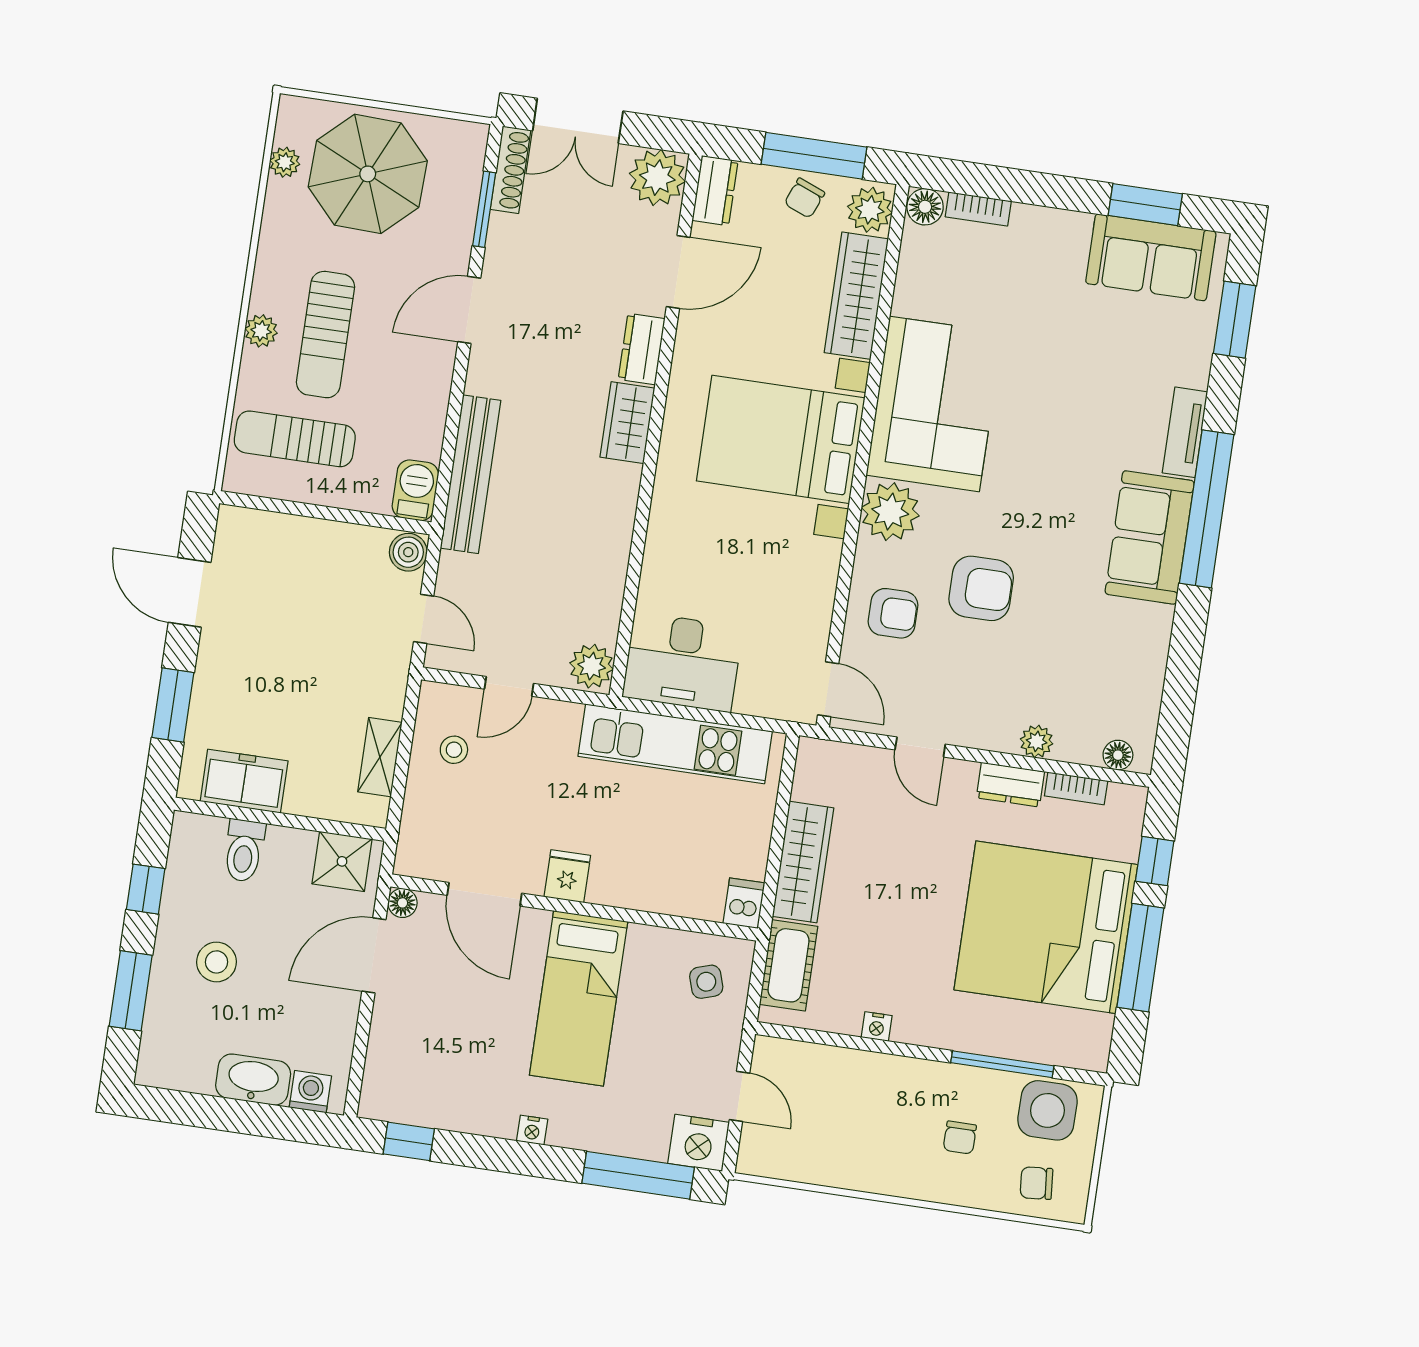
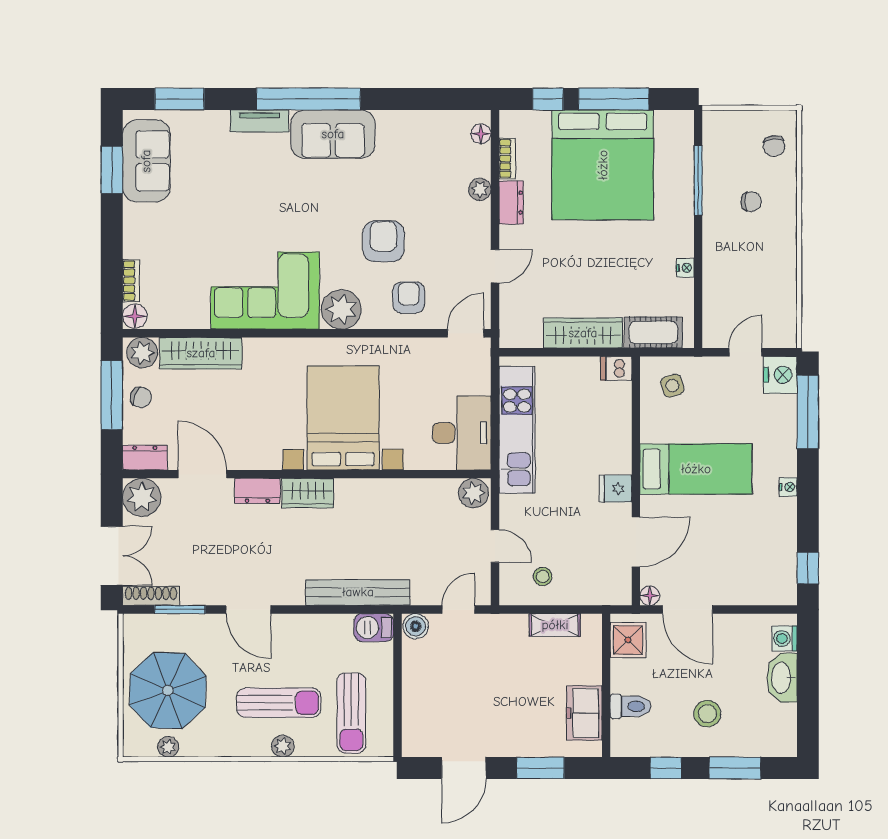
bed with nightstands: (781, 439) -> (343, 418), moved, turned 180
side table: (1047, 1110) -> (724, 146), removed

